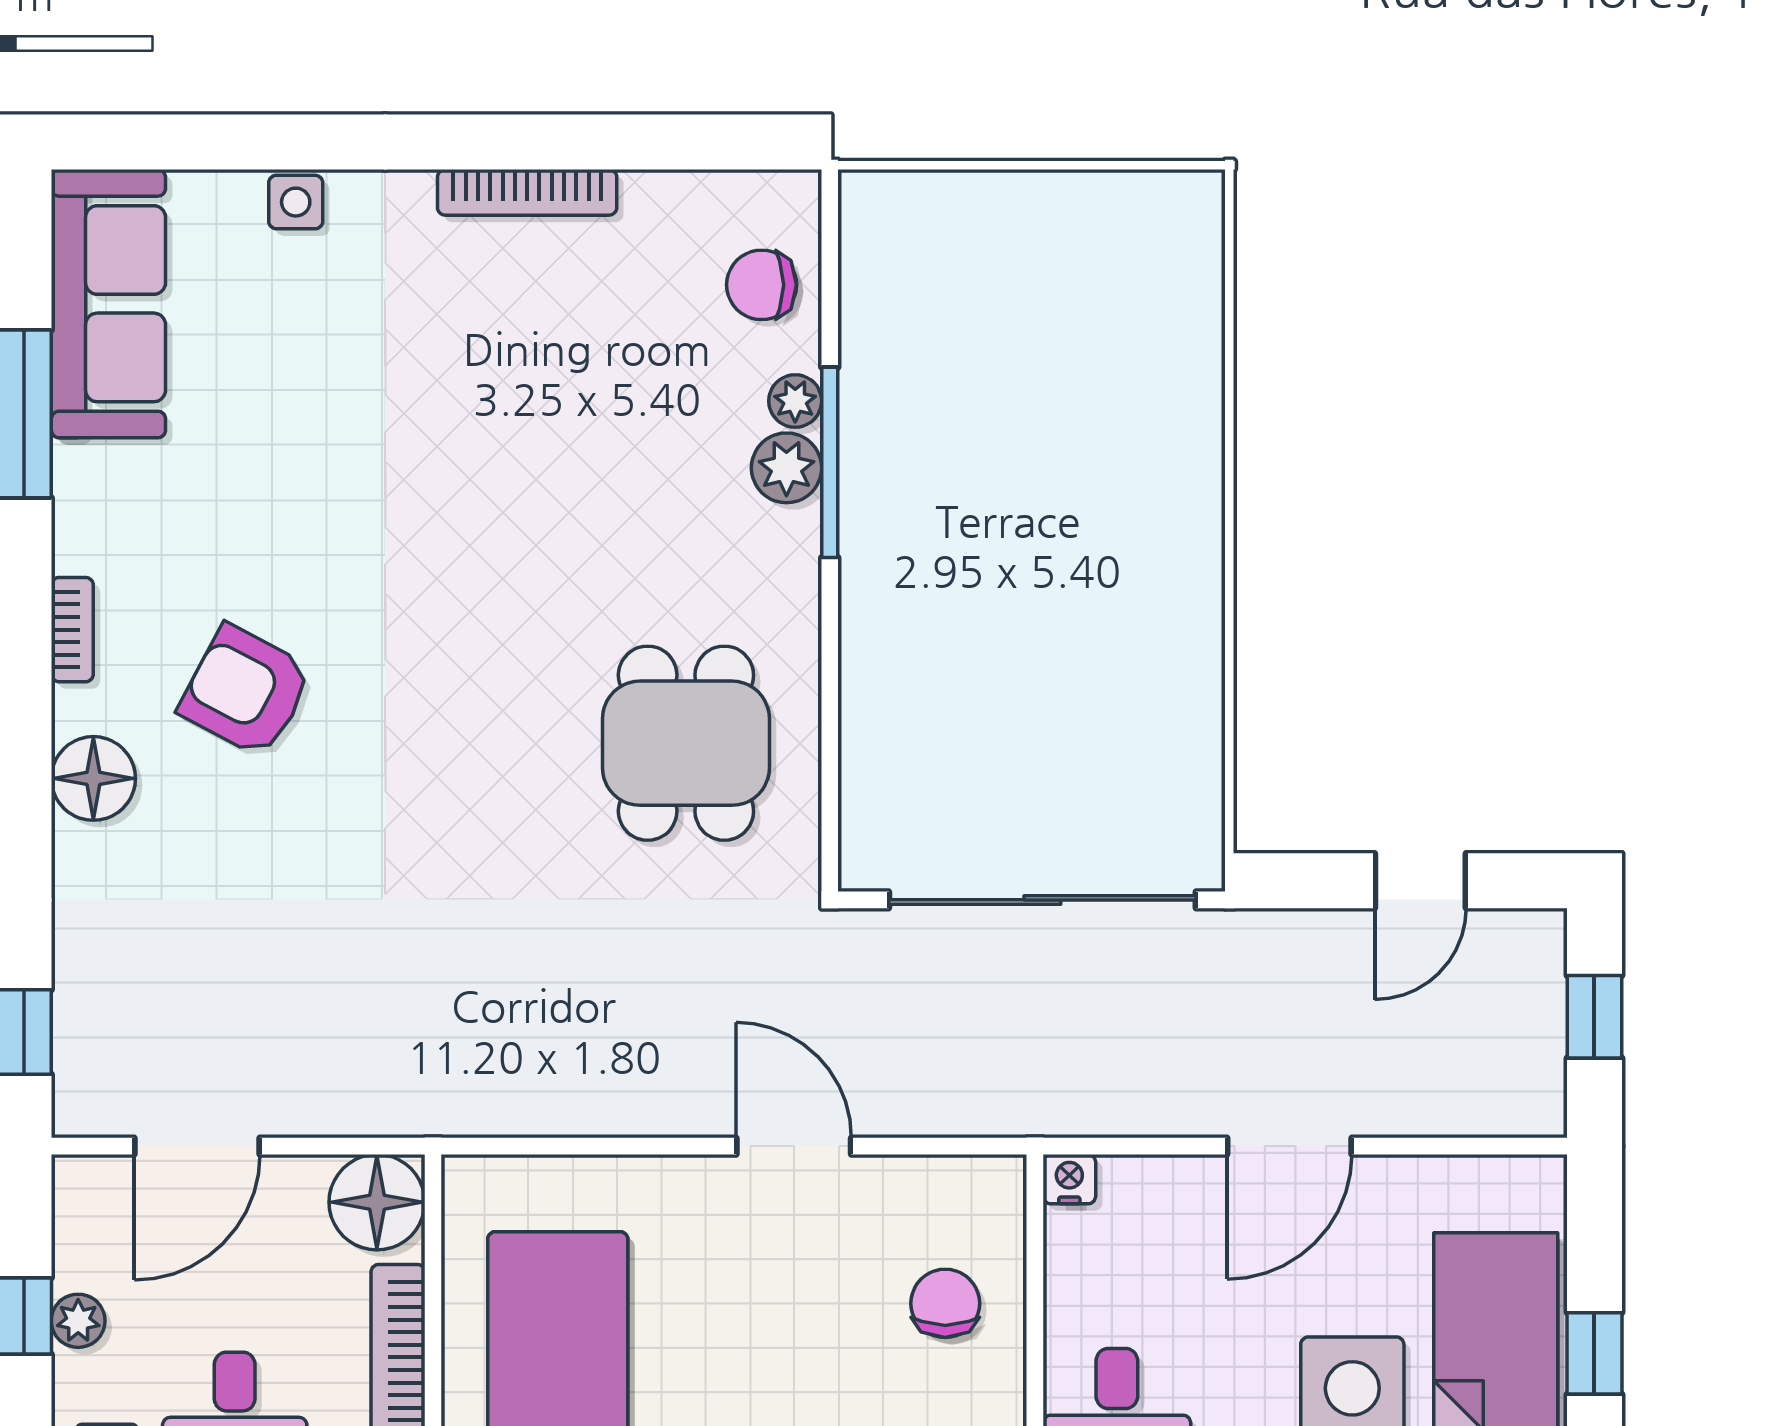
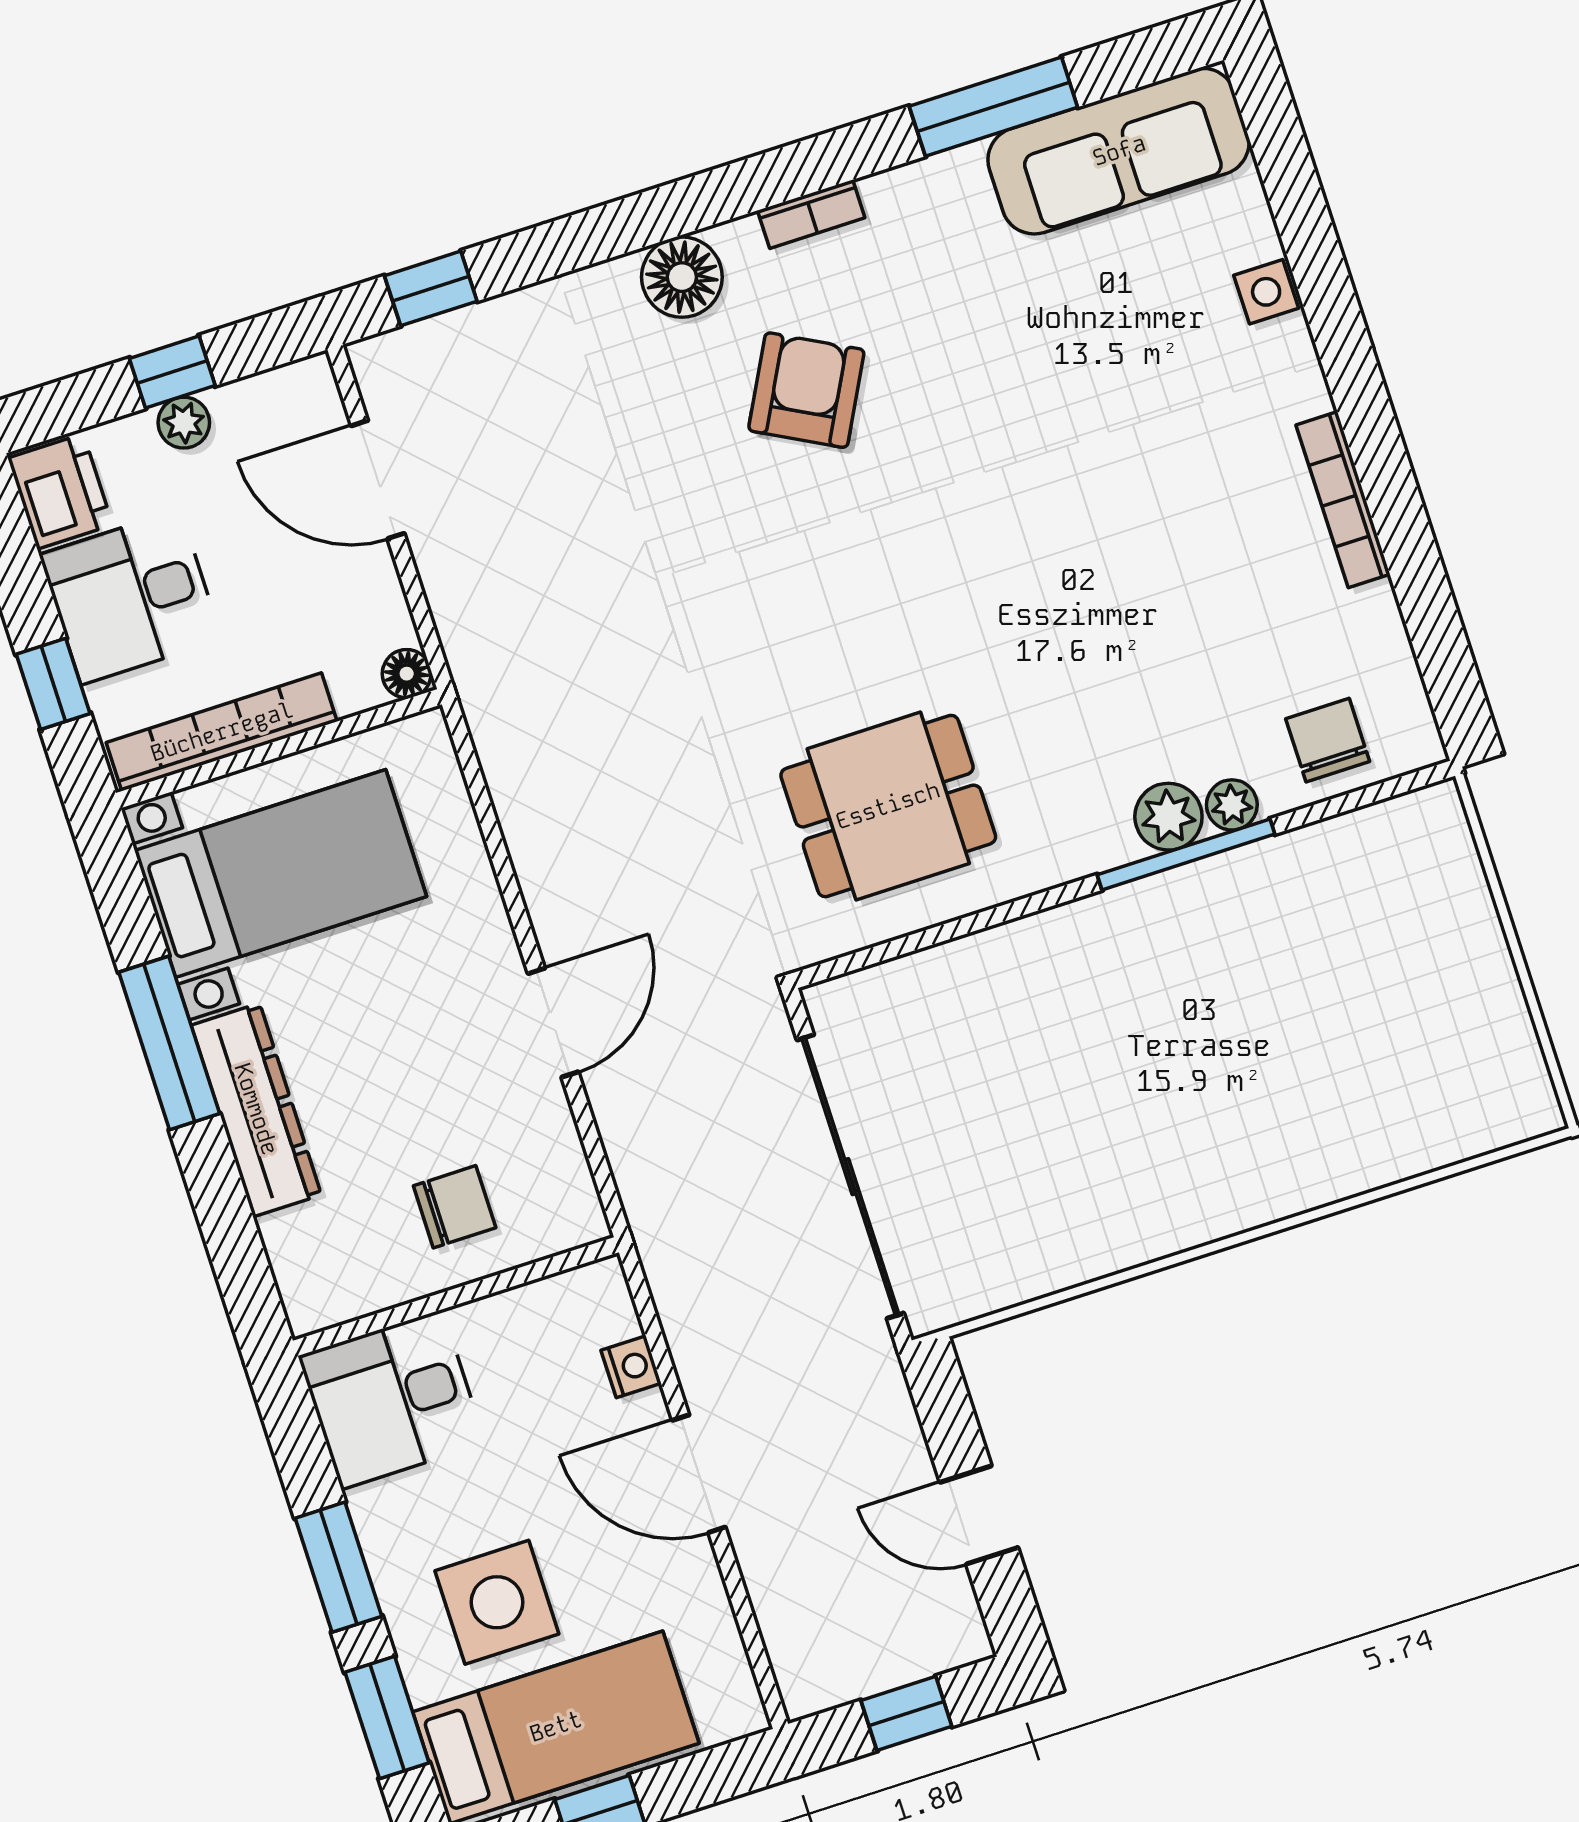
nightstand: (1069, 1179) -> (631, 1367), moved
floor lamp: (377, 1202) -> (407, 674), width x0.53, depth x0.53

